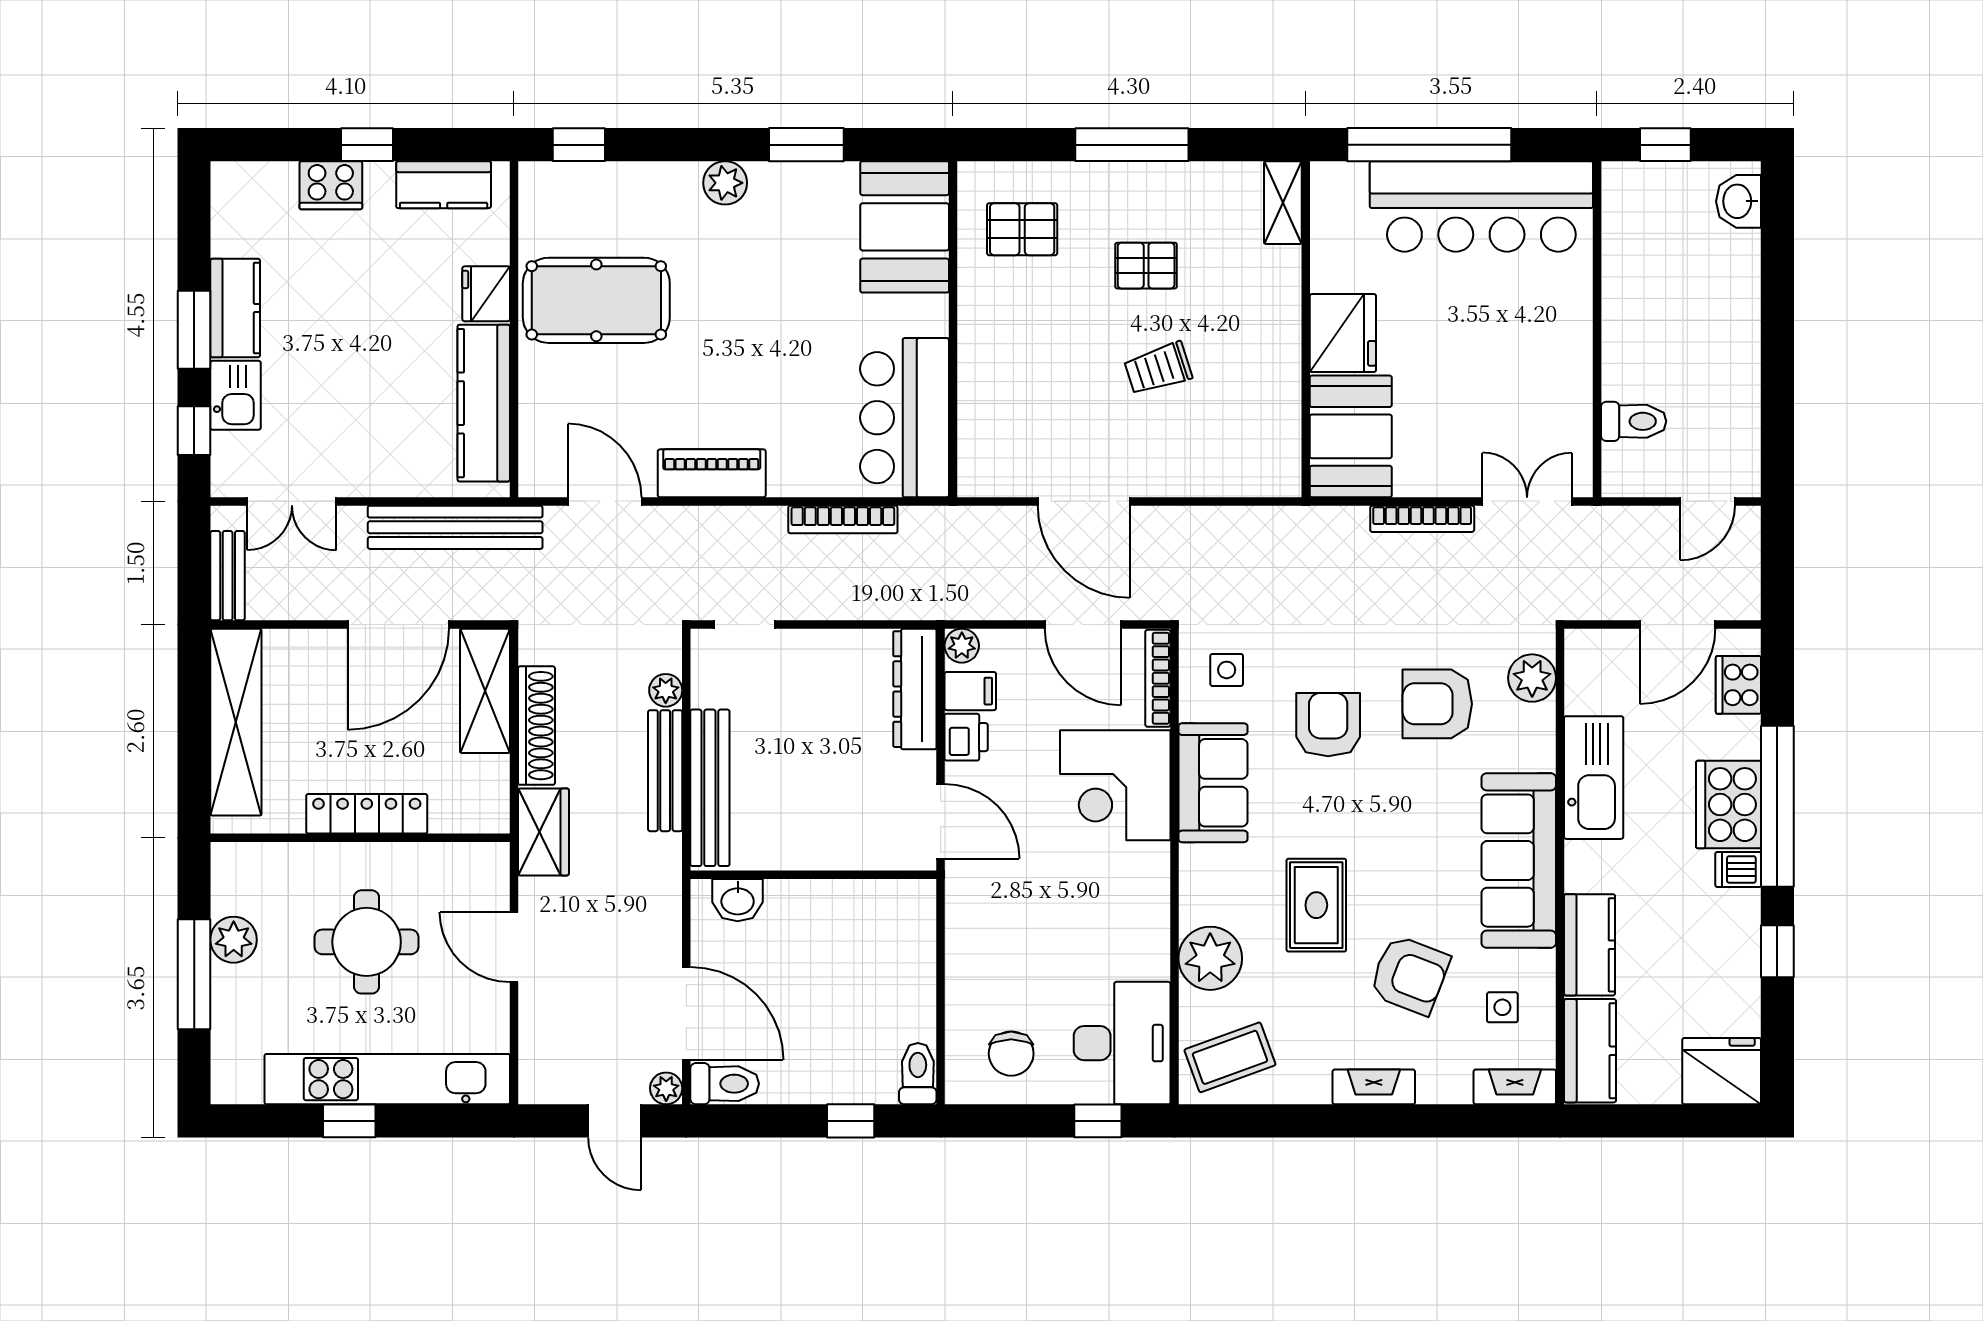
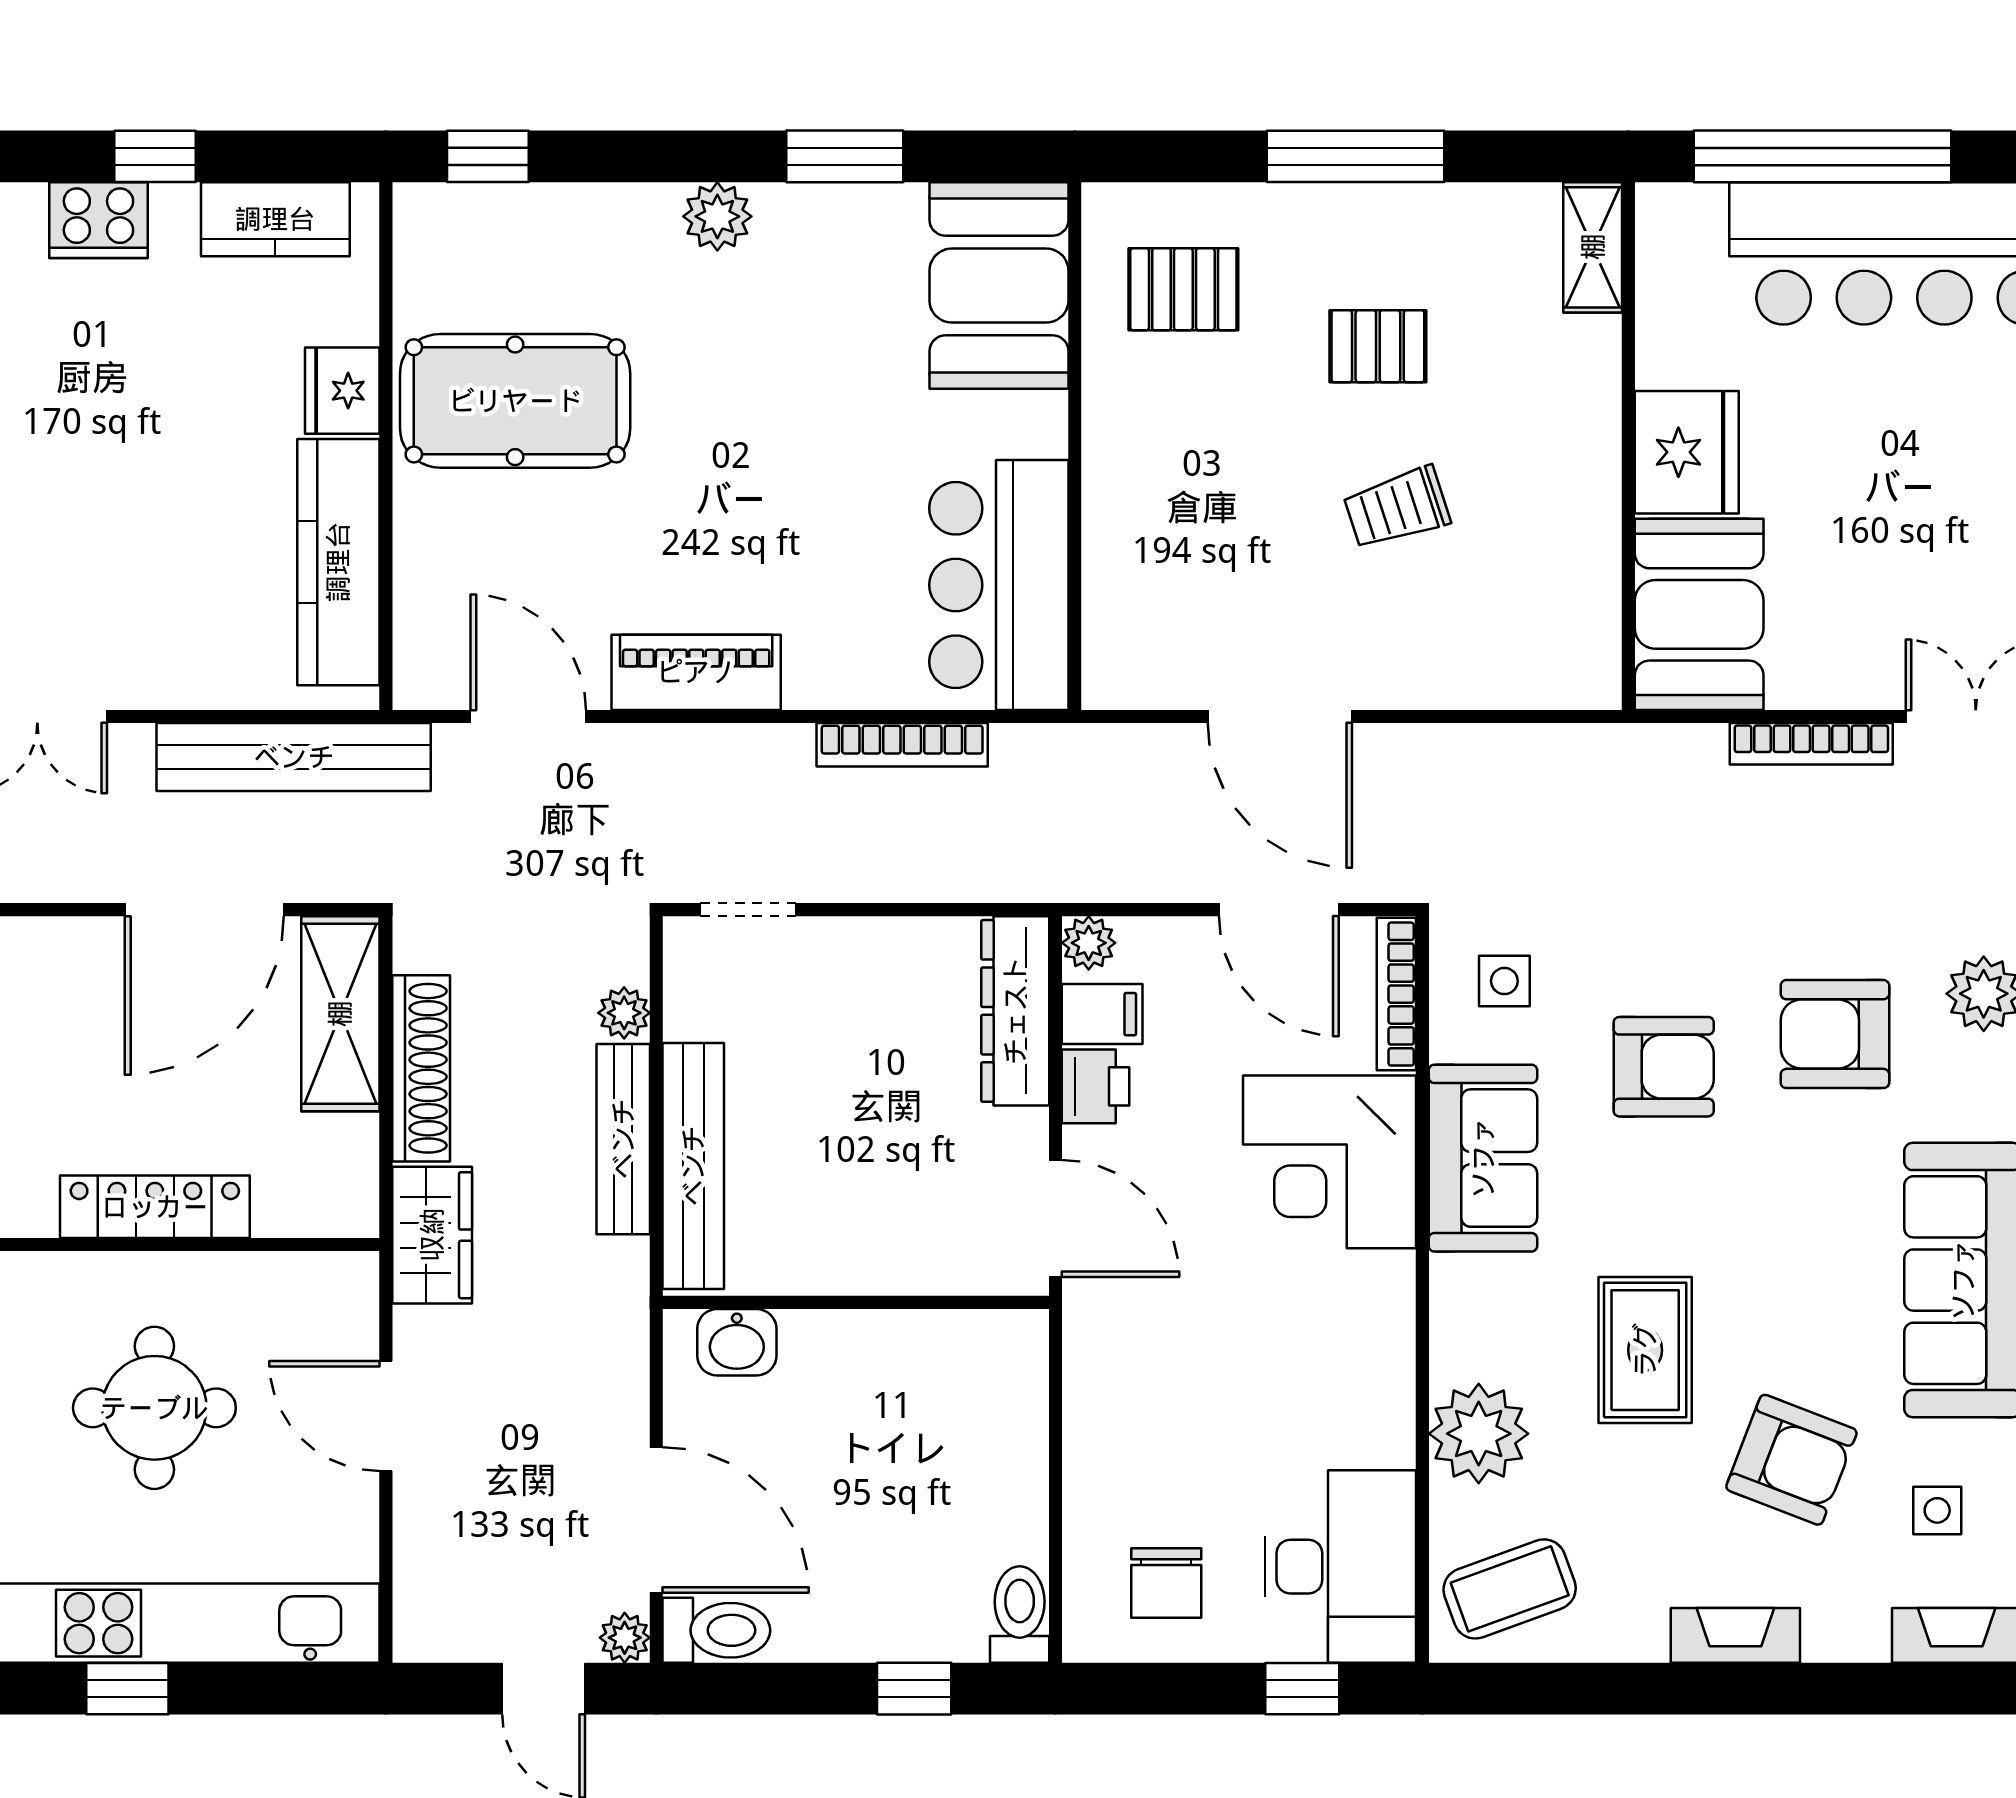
armchair: (1328, 725) -> (1664, 1067), turned 90

